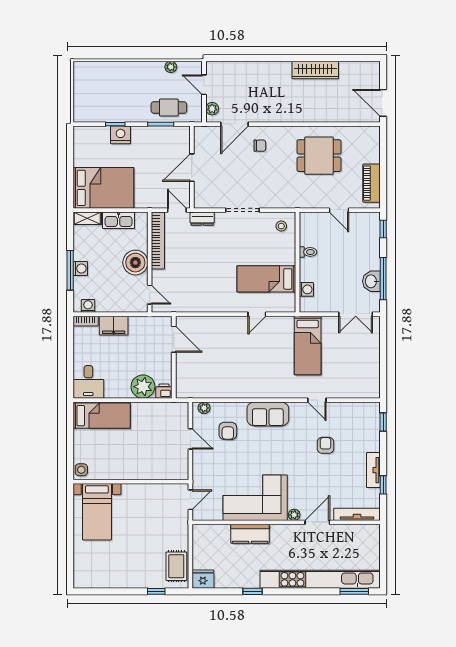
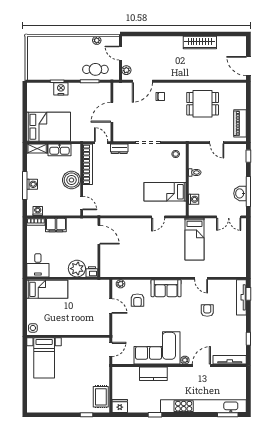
tv unit: (373, 470) -> (241, 297), moved, width x1.41

